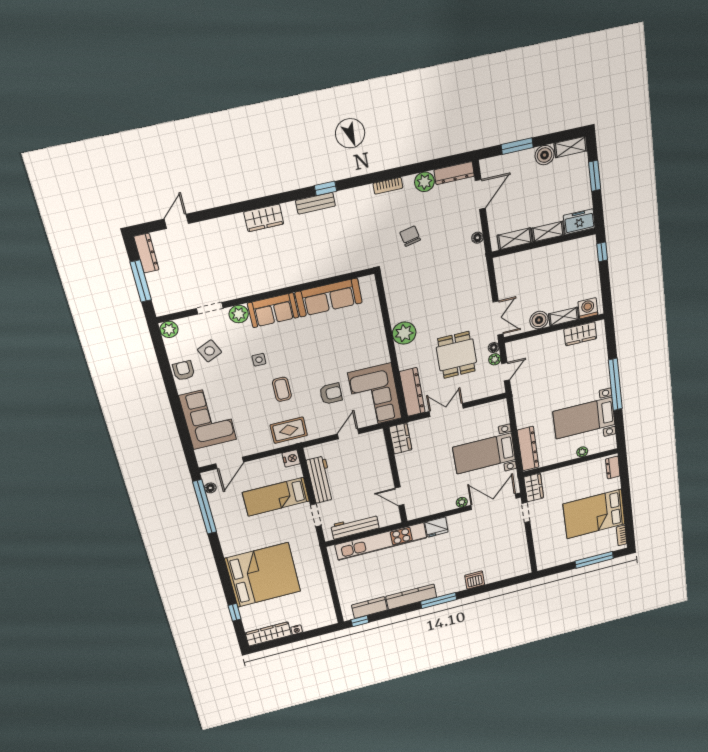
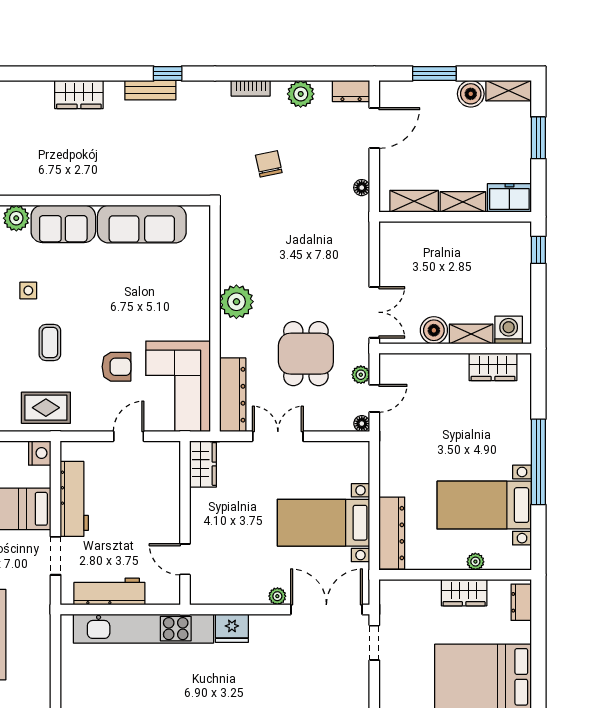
dresser: (454, 173) -> (351, 91), width x0.70
floor lamp: (494, 348) -> (362, 424), moved
wardrobe: (534, 487) -> (464, 593), moved, turned 90

